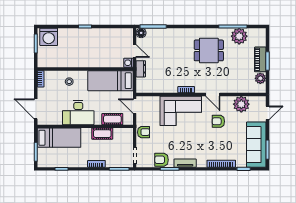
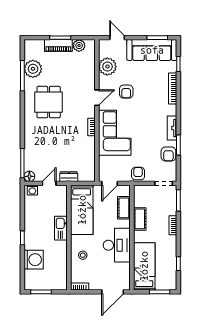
washing machine: (49, 37) -> (34, 260), moved
kitchen sink: (94, 62) -> (61, 228), added
washing machine: (128, 63) -> (32, 190), moved

